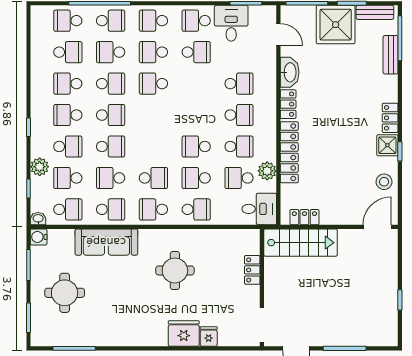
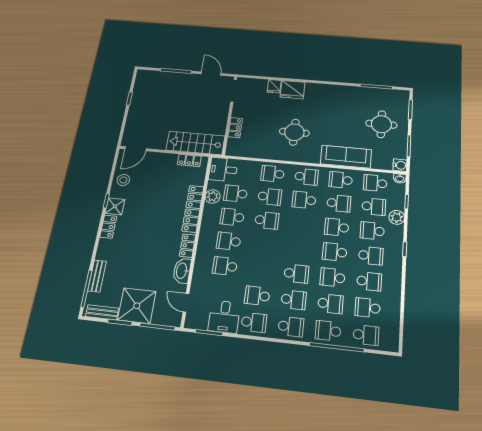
school desk: (239, 178) -> (236, 193), turned 180

